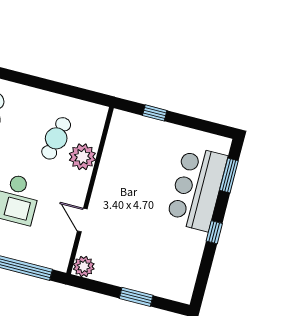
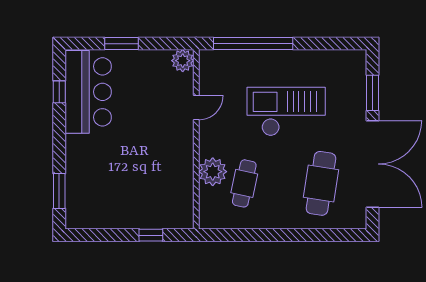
bar counter: (197, 189) -> (88, 92), moved
door: (82, 220) -> (196, 107), hinge flipped
window: (214, 232) -> (59, 92), moved

